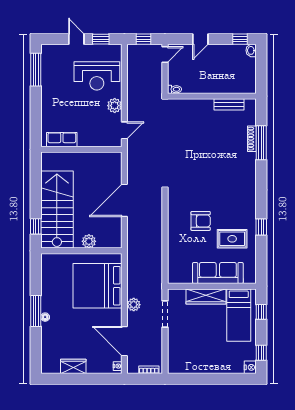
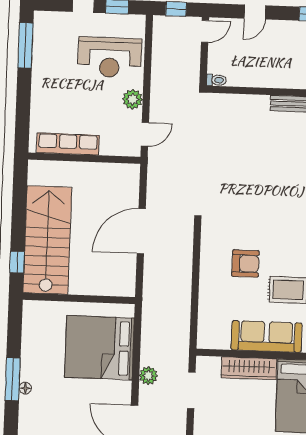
row of seats: (62, 140) -> (68, 144), width x1.48
plant: (89, 241) -> (90, 286), removed

